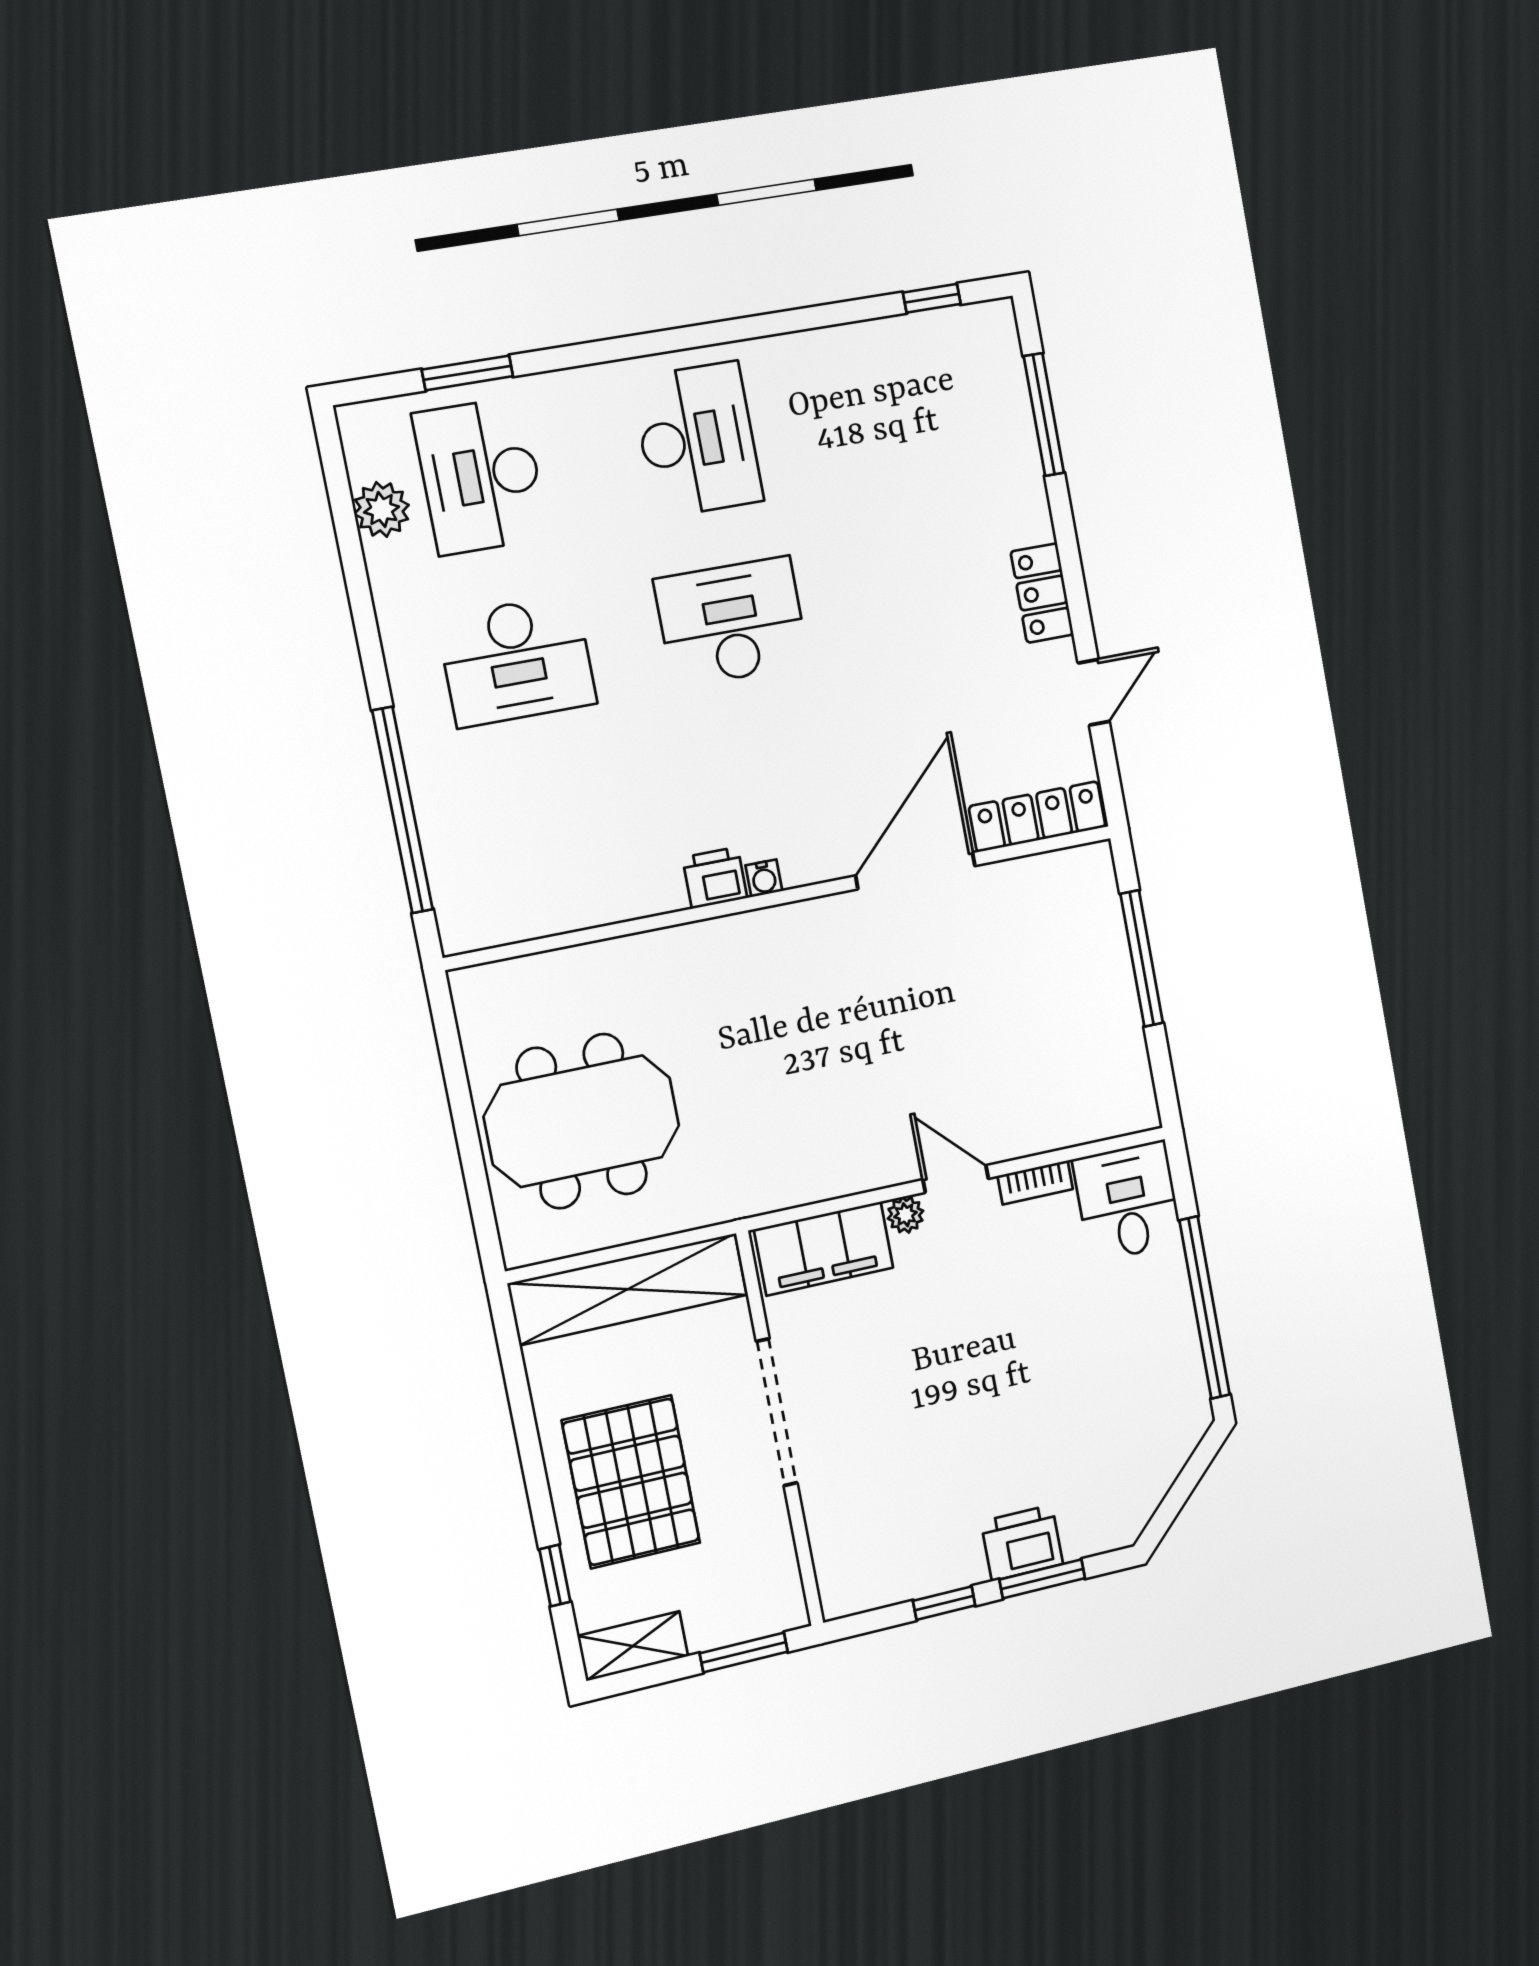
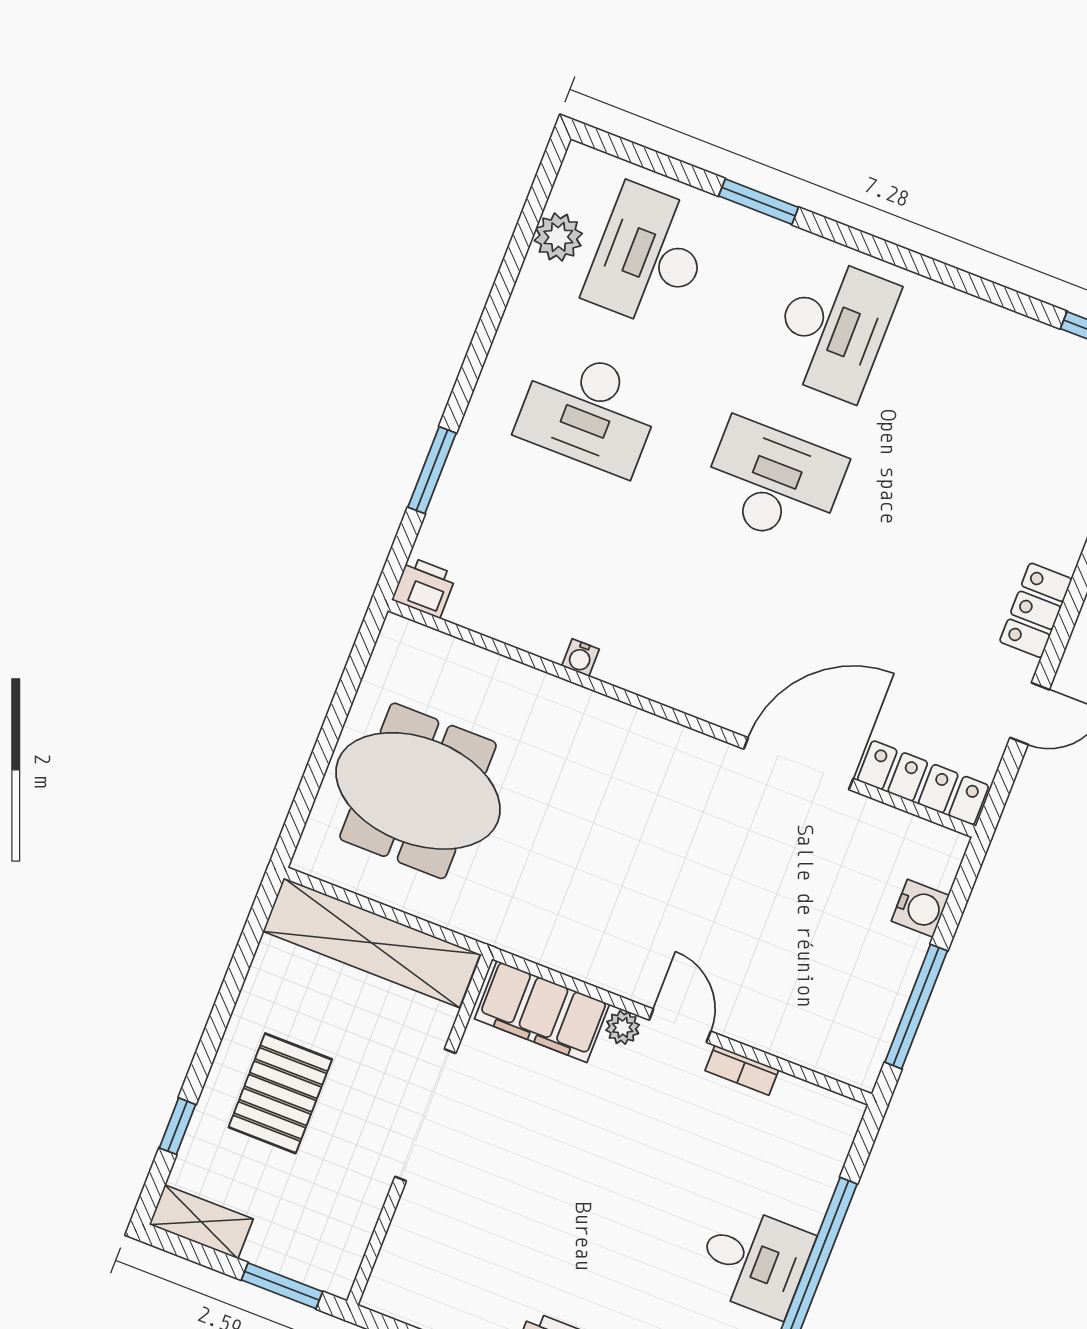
window: (467, 373) -> (759, 202), moved
window: (402, 810) -> (432, 470), width x0.47
printer: (715, 878) -> (424, 587), moved
water cooler: (764, 878) -> (580, 657), moved
water cooler: (1104, 933) -> (920, 908), added
window: (1142, 958) -> (916, 1007), moved
desk: (1128, 1201) -> (754, 1261), moved, turned 90
pallet: (631, 1482) -> (280, 1093), width x0.73, depth x0.71

